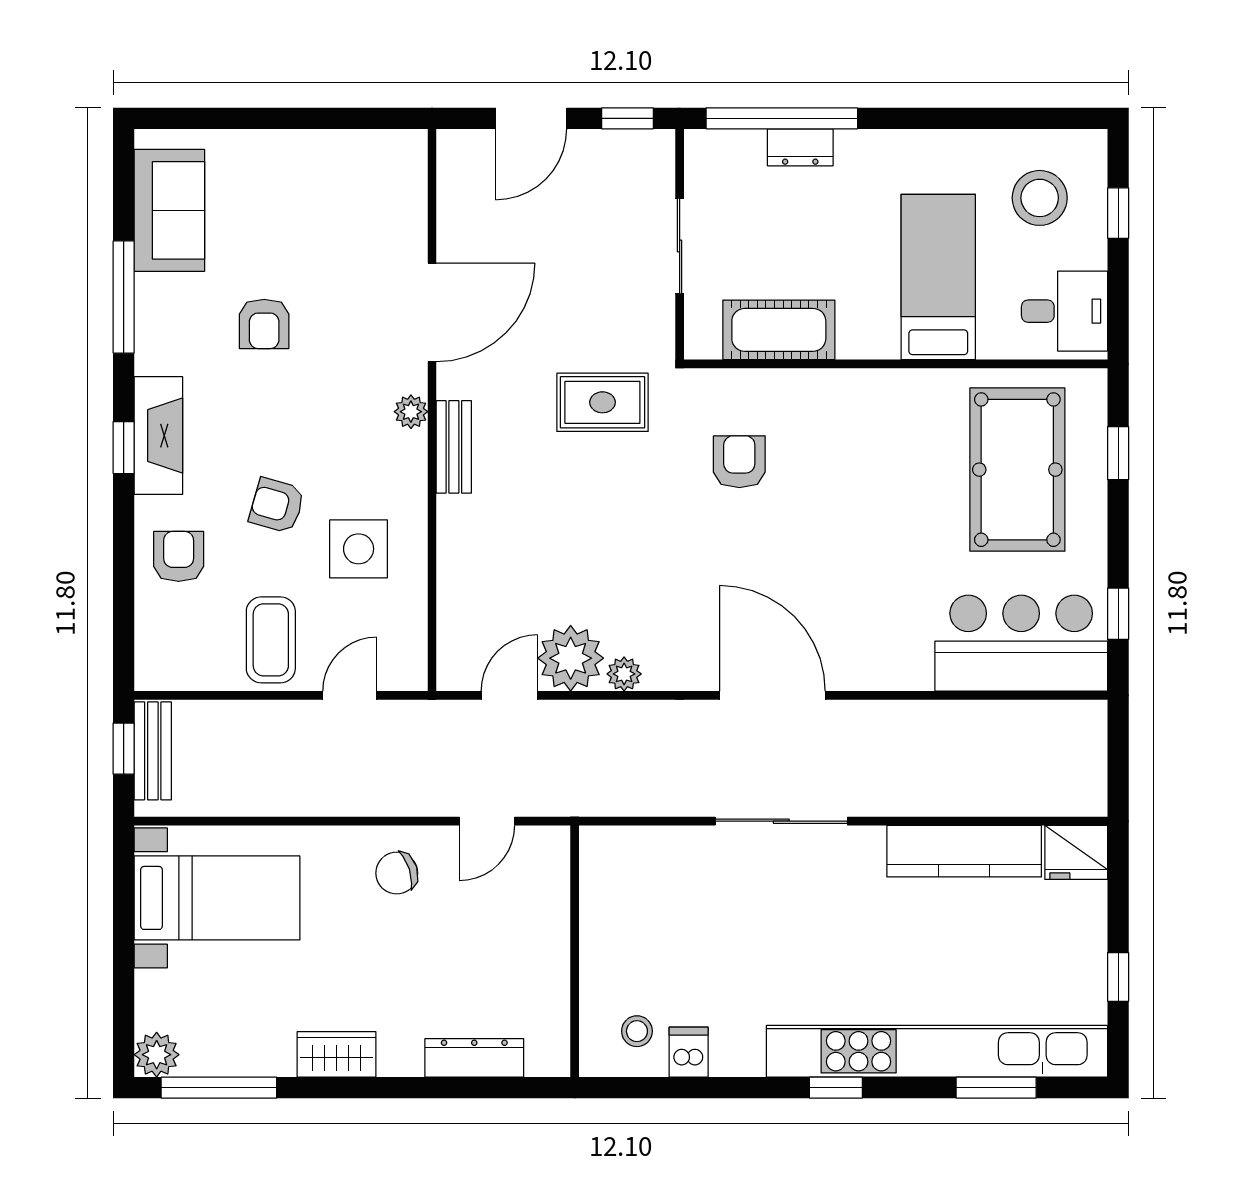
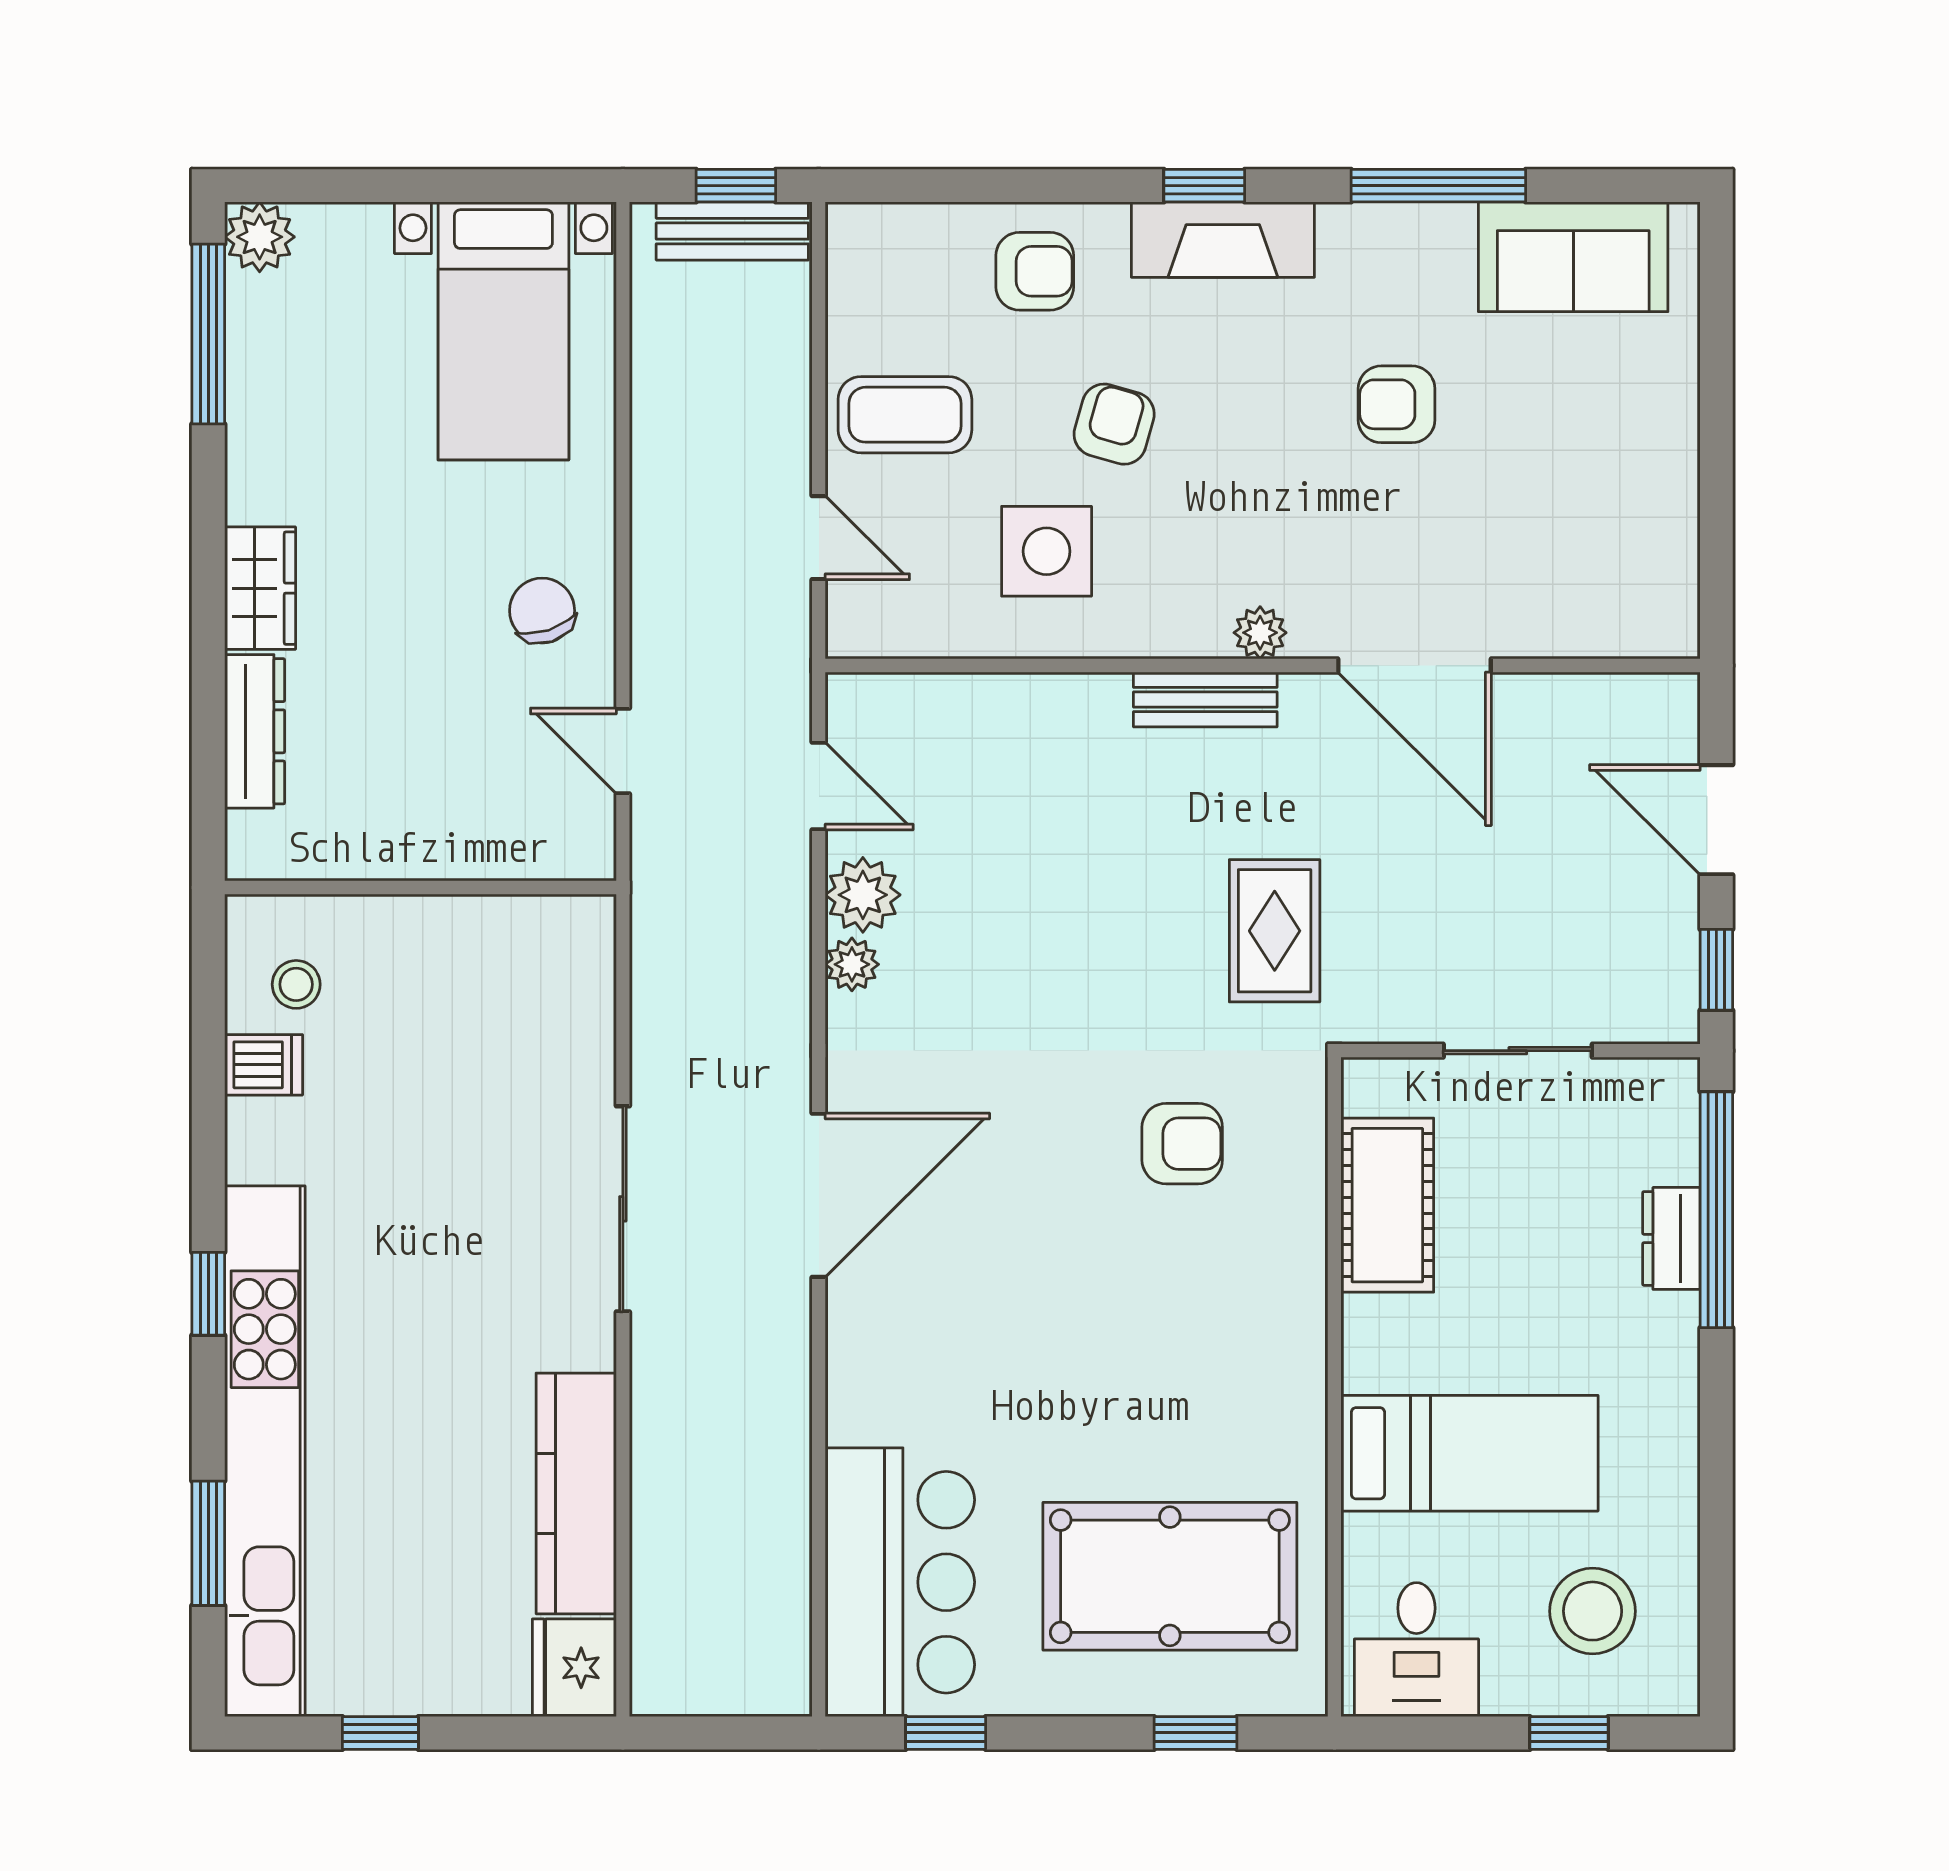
plant: (571, 658) -> (863, 895), width x0.73, depth x0.73
wardrobe: (337, 1054) -> (260, 588), moved

